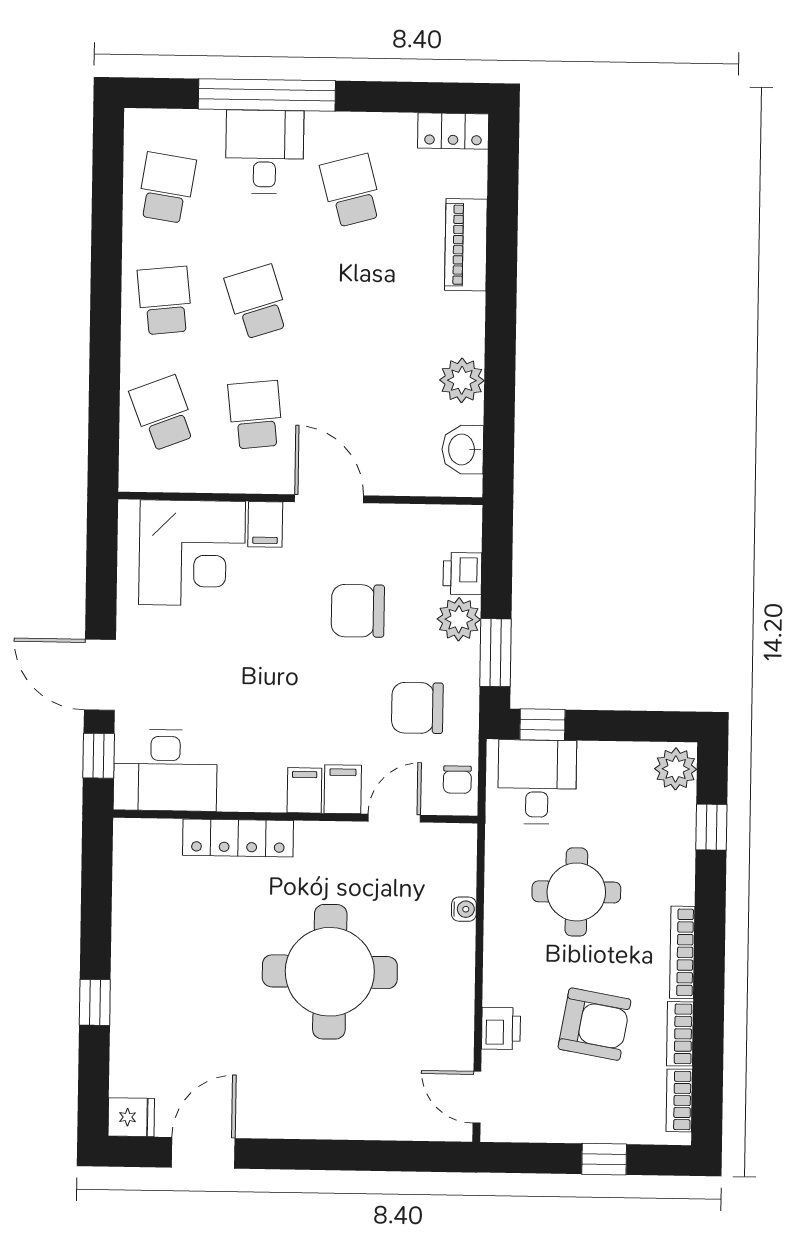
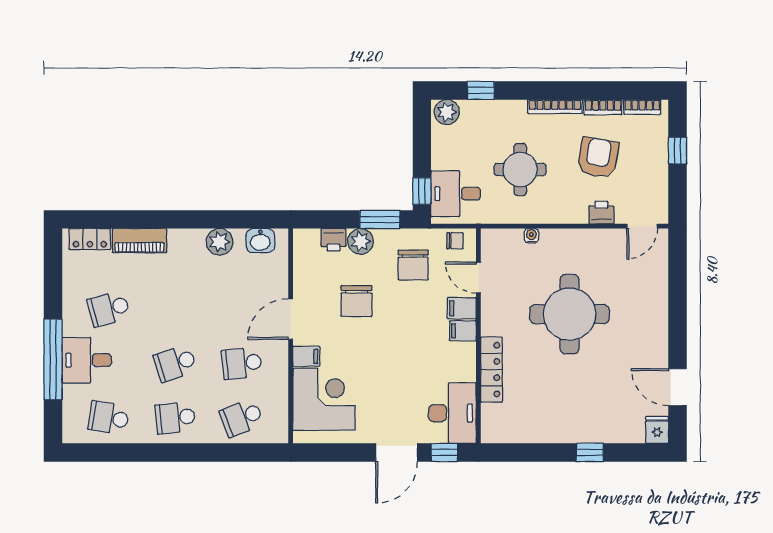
locker: (453, 131) -> (90, 239), moved, turned 90

